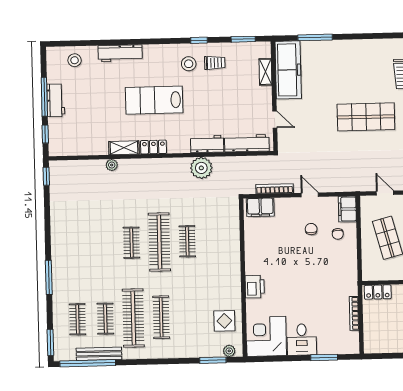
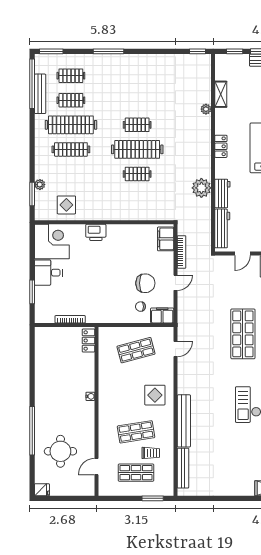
shelving: (124, 148) -> (221, 94), moved
chair: (311, 229) -> (145, 283), width x1.87, depth x1.87
plant: (229, 351) -> (40, 185), moved

